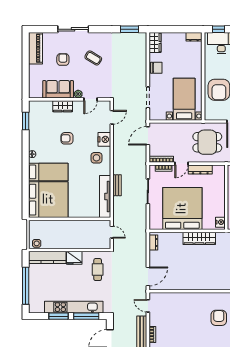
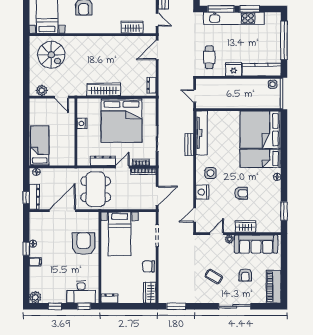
sofa: (58, 89) -> (256, 244), width x1.36
dining table: (207, 142) -> (96, 189), width x1.38
nightstand: (220, 222) -> (82, 124), moved
wardrobe: (172, 298) -> (132, 27), added

